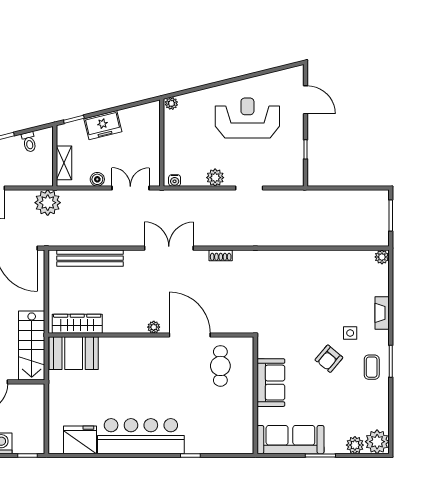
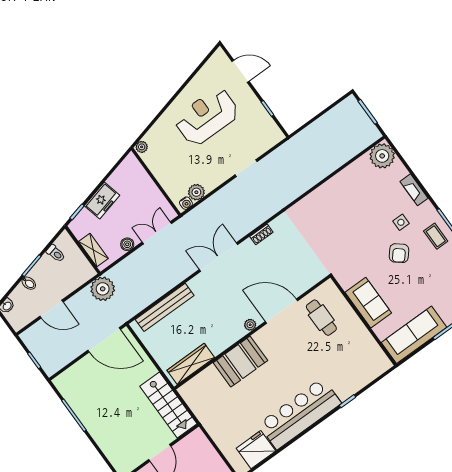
plant: (215, 178) -> (196, 192), moved
plant: (382, 257) -> (382, 156), width x1.88, depth x1.88
booth: (74, 353) -> (240, 362), moved

